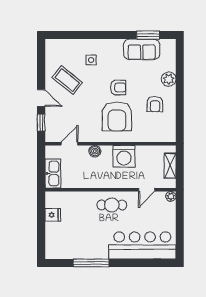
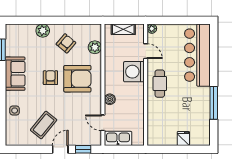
sofa: (142, 49) -> (15, 74), moved
side table: (91, 60) -> (15, 111), moved
armchair: (155, 104) -> (66, 43), turned -50
plant: (151, 135) -> (95, 47), added
washing machine: (124, 156) -> (134, 72), moved, turned 180
kitchen sink: (53, 173) -> (118, 138), moved
fridge: (53, 215) -> (183, 138), moved

